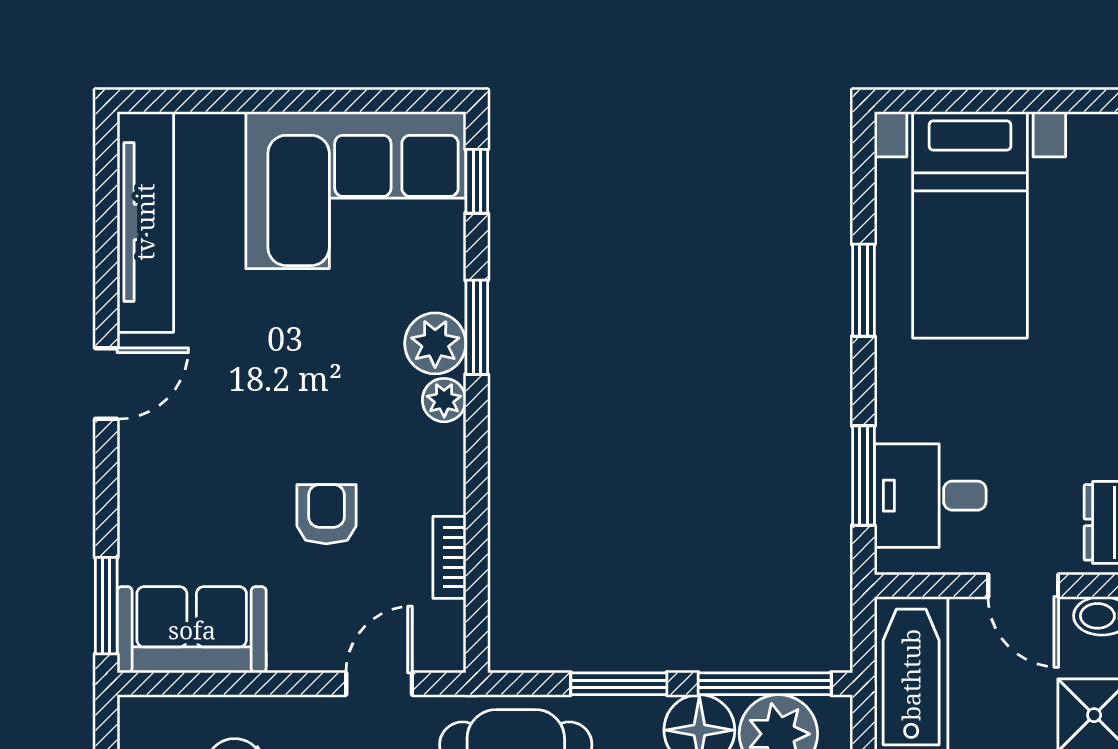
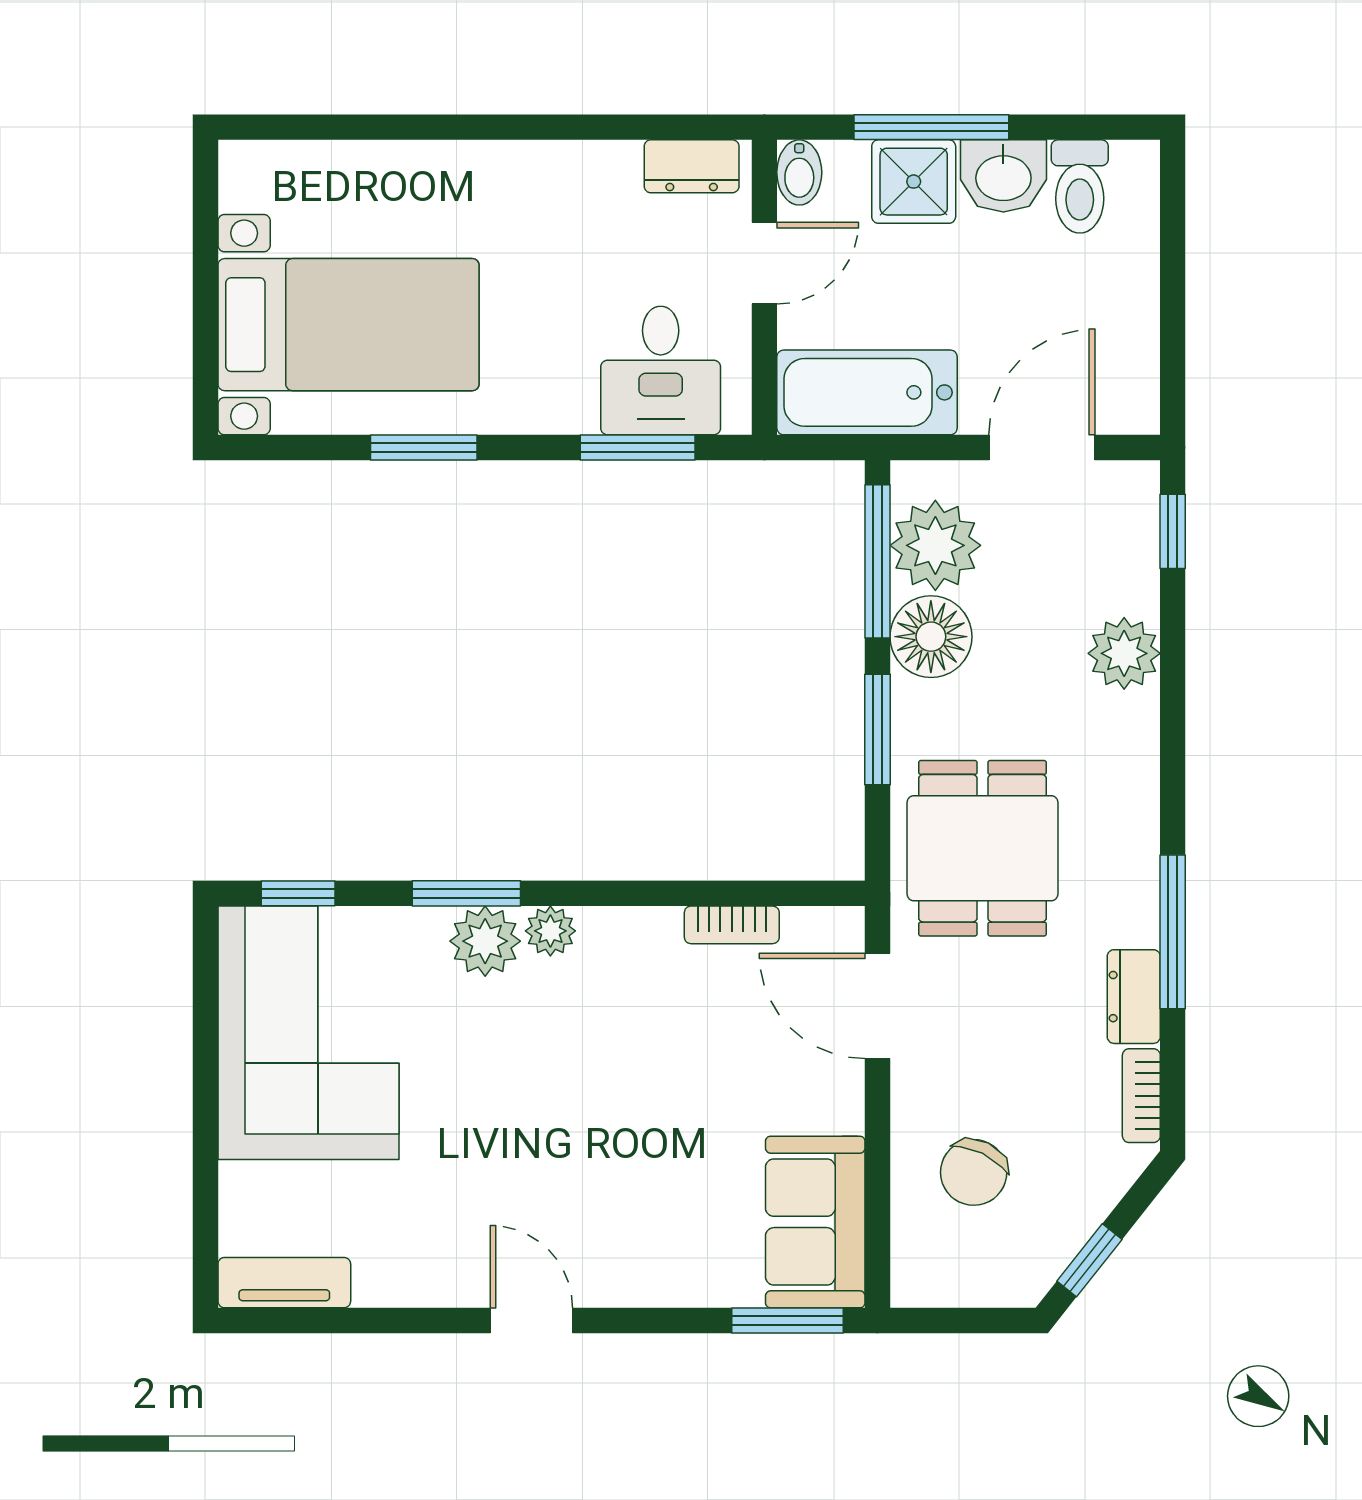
tv unit: (145, 222) -> (284, 1283), width x0.52, depth x0.78
armchair: (326, 514) -> (682, 1066), removed
door: (379, 684) -> (877, 1006), width x1.38

